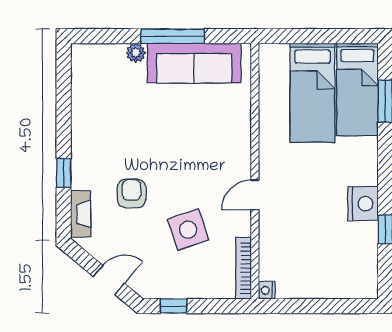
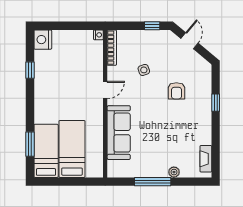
sofa: (194, 63) -> (119, 133), moved, turned 90
nightstand: (363, 204) -> (43, 40), moved
fireplace: (81, 214) -> (206, 159), moved
side table: (188, 230) -> (144, 70), width x0.54, depth x0.54
door: (109, 280) -> (190, 41), swing flipped

